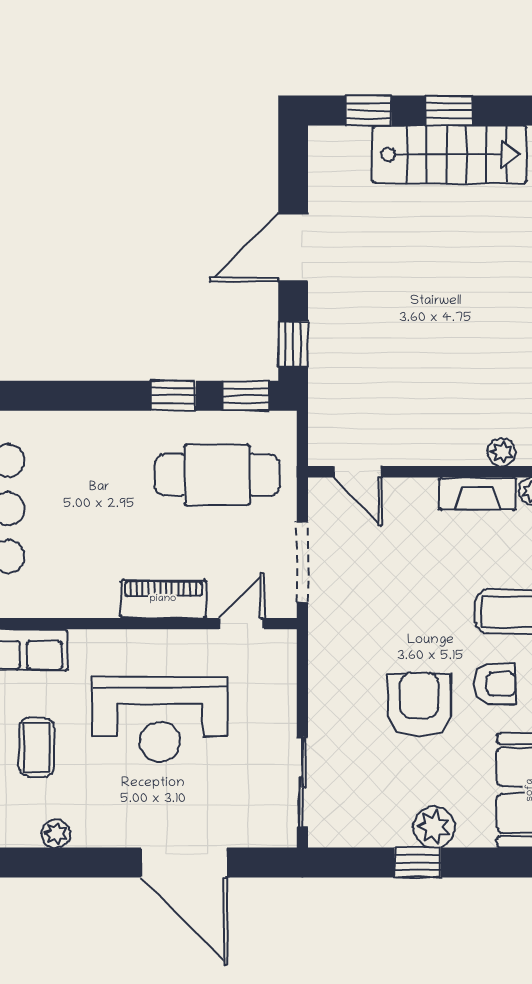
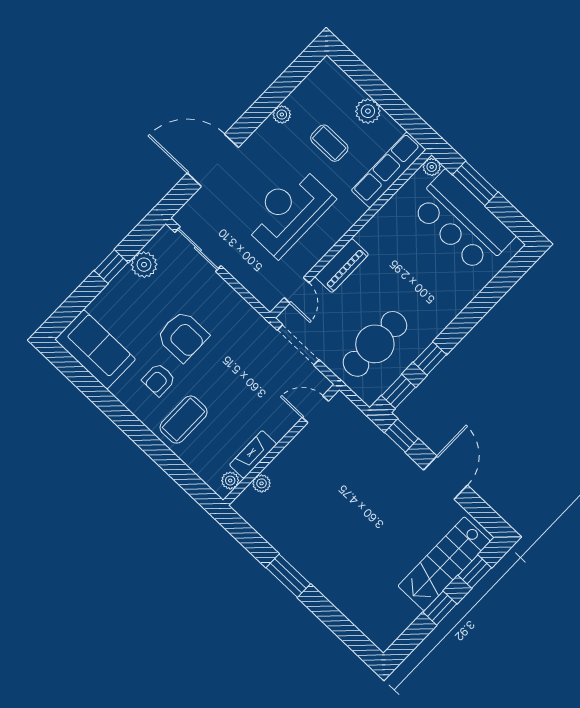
stairs: (450, 154) -> (444, 564), moved
plant: (434, 827) -> (144, 265), moved

